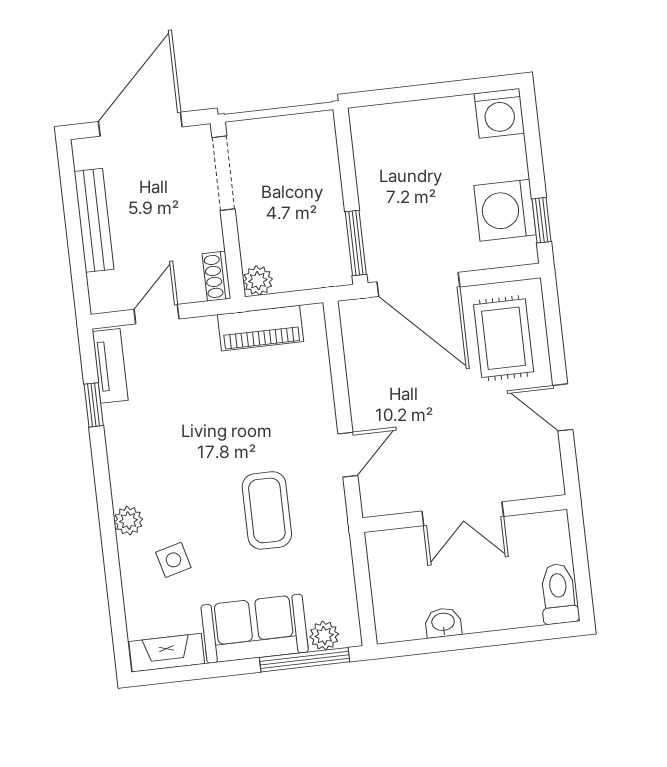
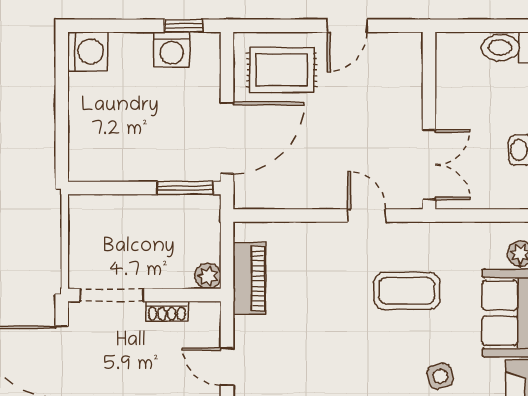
washing machine: (505, 210) -> (172, 50), width x0.73, depth x0.73
shoe rack: (216, 276) -> (167, 311), moved
double door: (463, 514) -> (429, 165), moved

